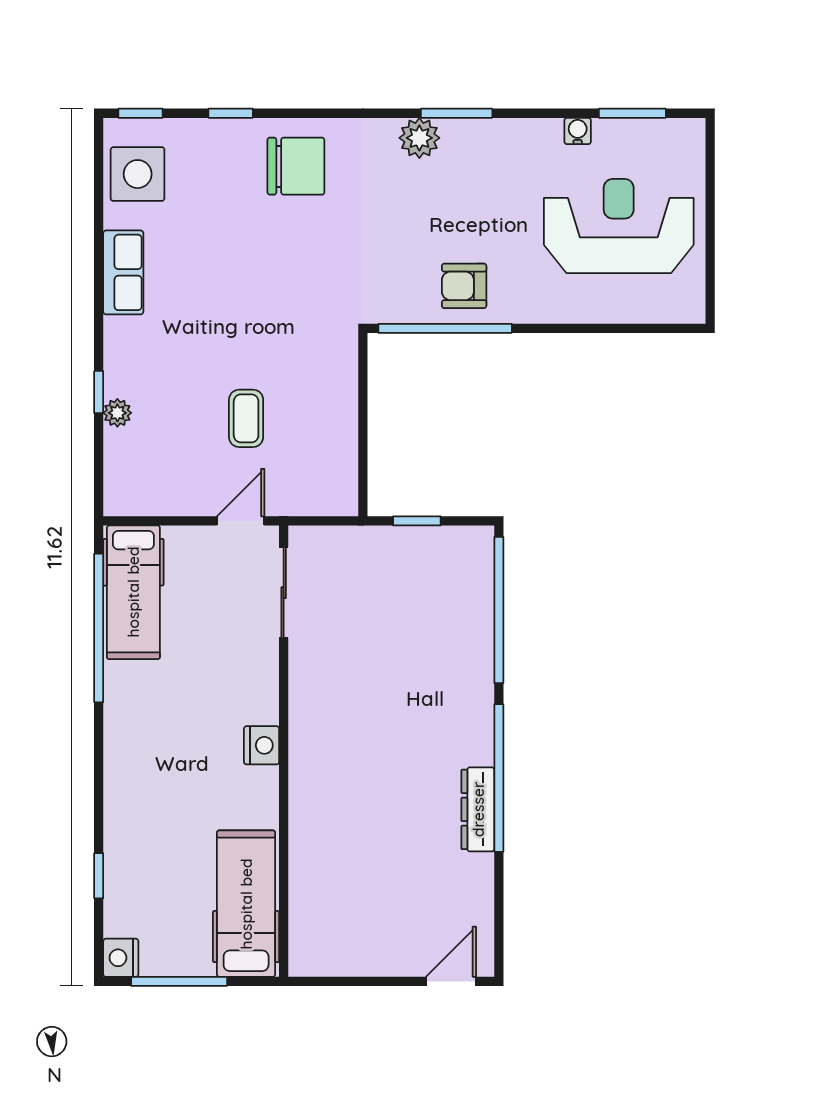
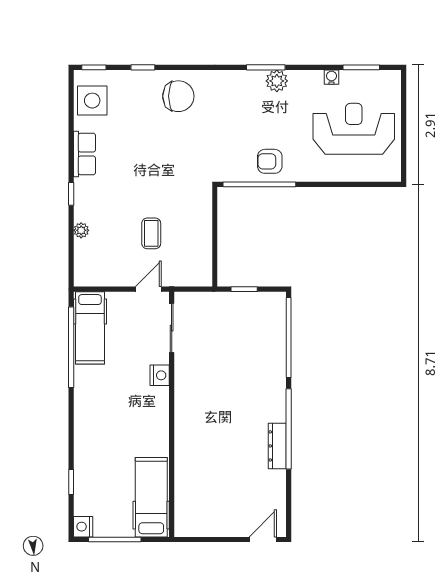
plant: (419, 138) -> (277, 81), moved
window: (99, 392) -> (71, 194), moved
nightstand: (262, 745) -> (160, 375), moved

